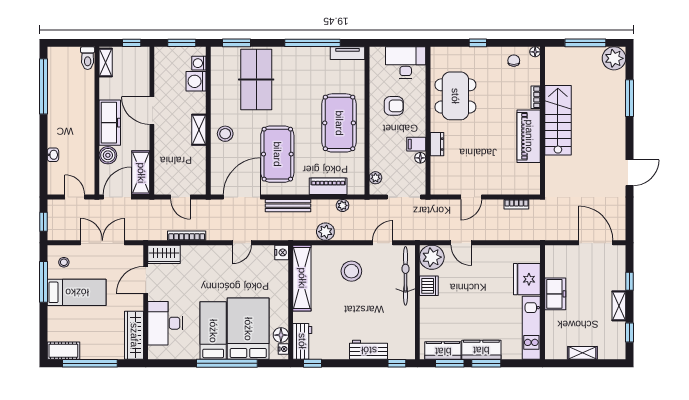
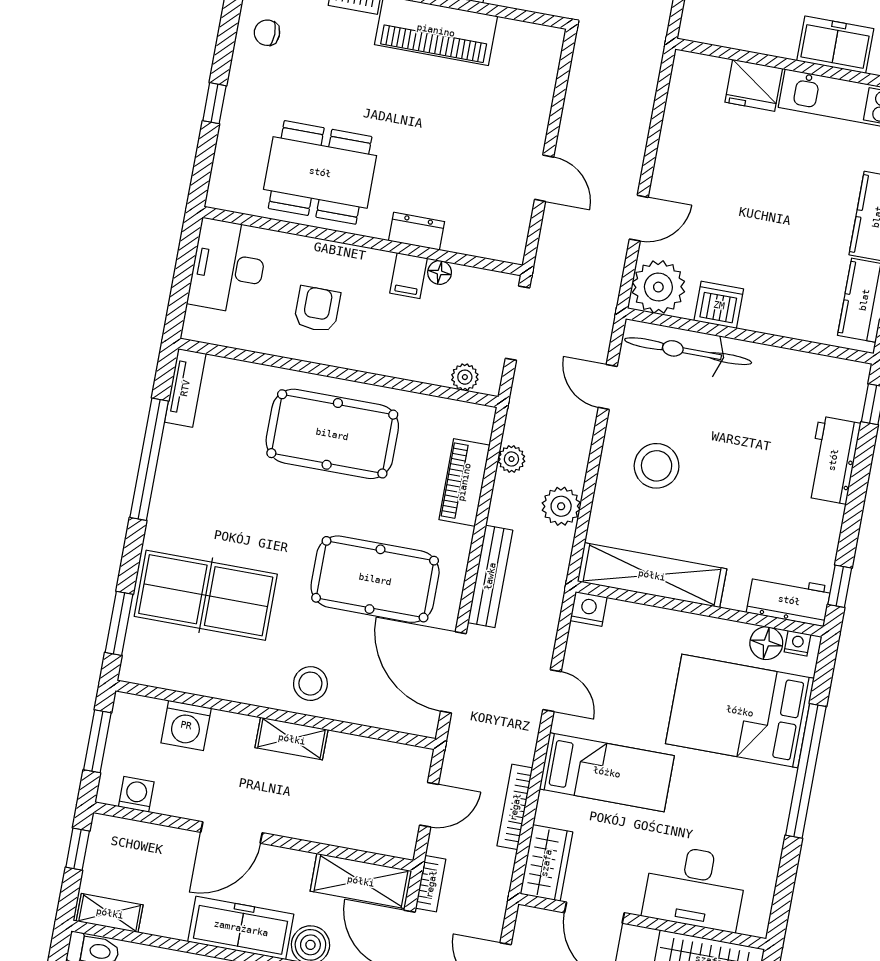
washing machine: (199, 63) -> (136, 794), moved, turned 180
bookcase: (516, 204) -> (431, 884), moved
fridge: (527, 279) -> (754, 85), width x0.73, depth x0.75
freezer: (555, 294) -> (835, 45), moved
bed: (213, 331) -> (607, 772), moved, turned 180

